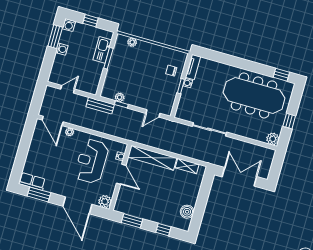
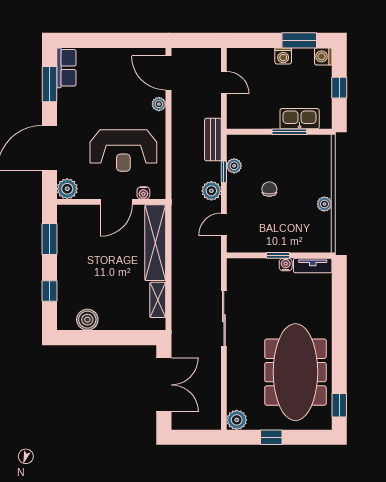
plant: (132, 42) -> (324, 204), moved
chair: (171, 71) -> (269, 189), moved
door: (153, 113) -> (224, 224), hinge flipped
plant: (131, 115) -> (211, 191), added
door: (53, 121) -> (168, 73), hinge flipped
reception desk: (91, 161) -> (123, 150), turned 180

